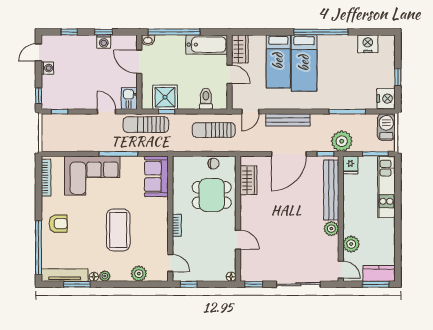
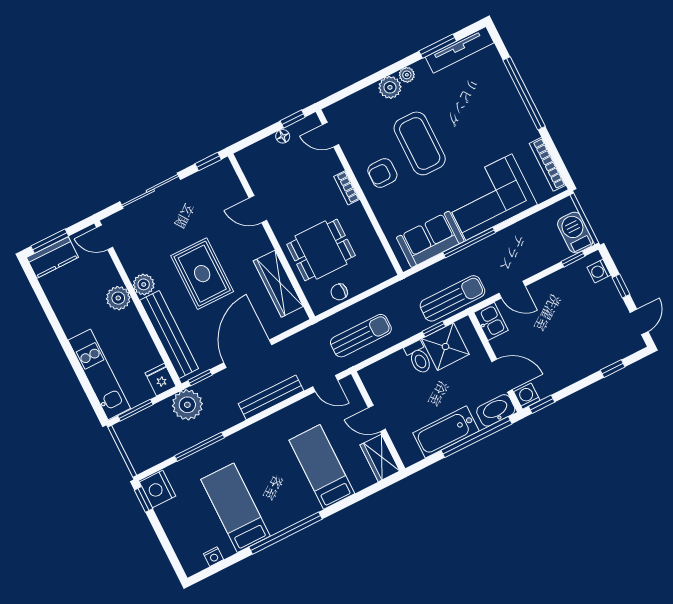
window: (104, 32) -> (542, 404), moved
washbasin: (148, 40) -> (496, 410), width x1.91, depth x1.45
washing machine: (104, 42) -> (527, 396), moved
nightstand: (368, 44) -> (214, 557), width x0.53, depth x0.56
bathtub: (207, 45) -> (446, 432), moved
bed: (304, 63) -> (235, 508), moved
washing machine: (47, 68) -> (599, 271), moved
window: (398, 77) -> (144, 499), moved
window: (39, 96) -> (621, 286), moved
toilet: (206, 99) -> (419, 358), moved
door: (250, 112) -> (325, 384), swing flipped
barbecue: (386, 127) -> (575, 233), moved, turned 180
sofa: (156, 176) -> (430, 239), moved, turned -90
wardrobe: (248, 180) -> (278, 284), width x1.50
rug: (292, 217) -> (202, 274), added
armchair: (58, 224) -> (382, 173), moved
plant: (351, 244) -> (118, 298), moved
window: (39, 247) -> (524, 93), moved
plant: (139, 274) -> (390, 87), moved
floor lamp: (94, 277) -> (421, 67), removed
floor lamp: (231, 277) -> (283, 136), moved

